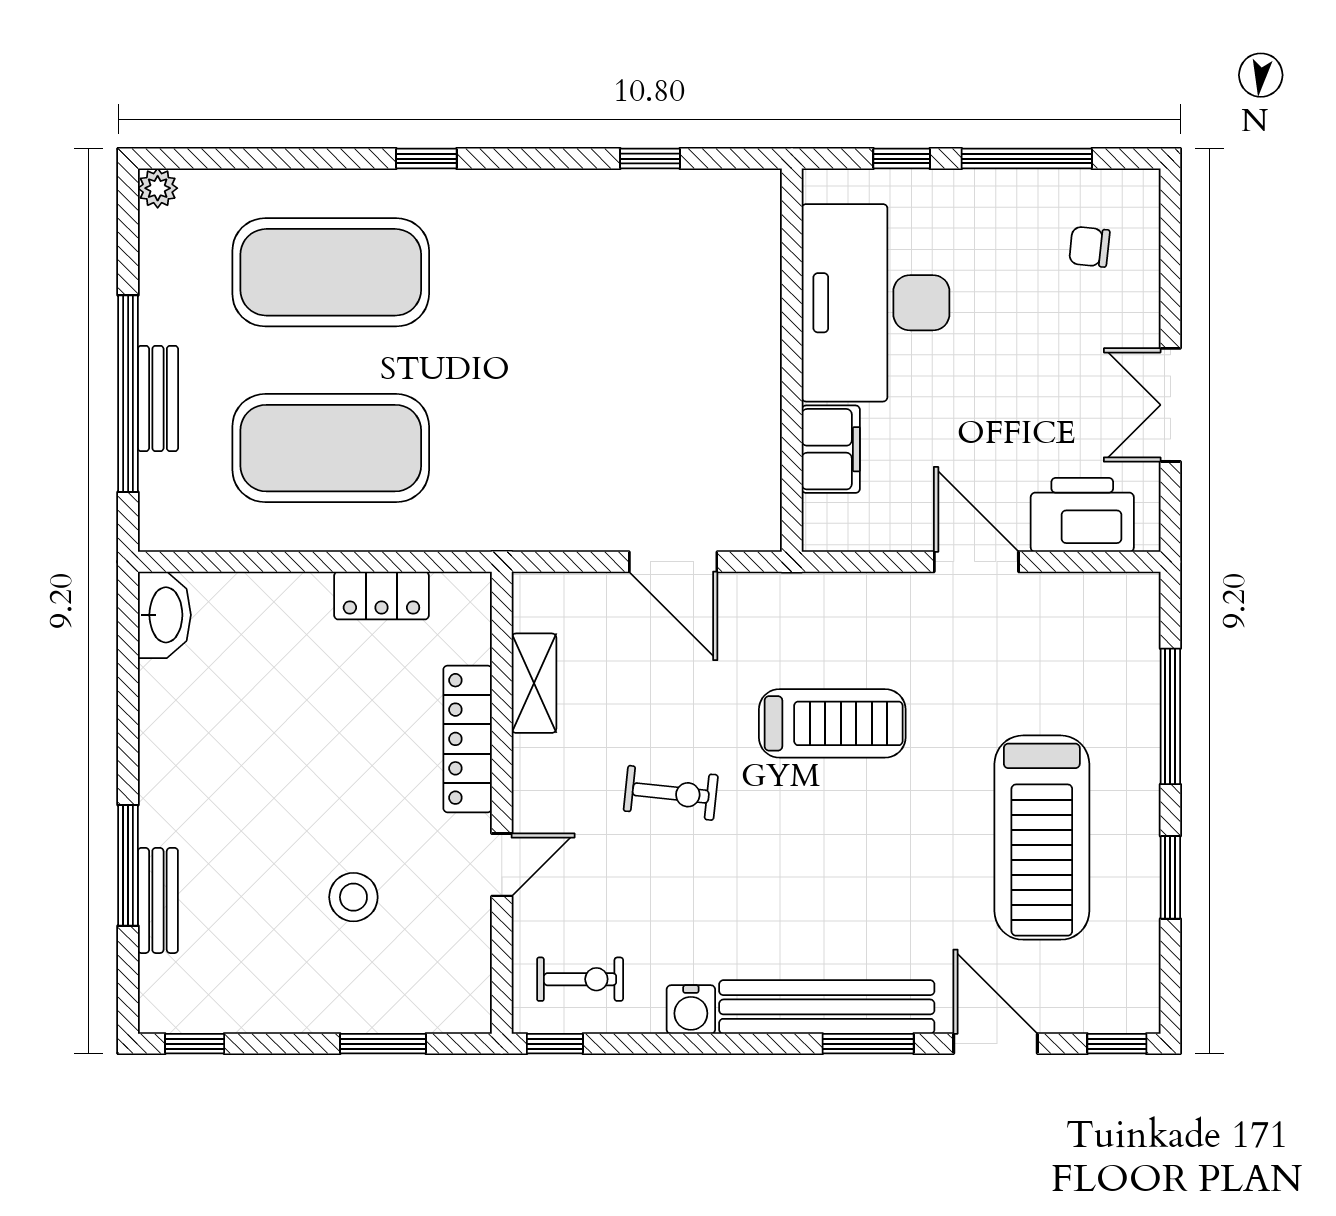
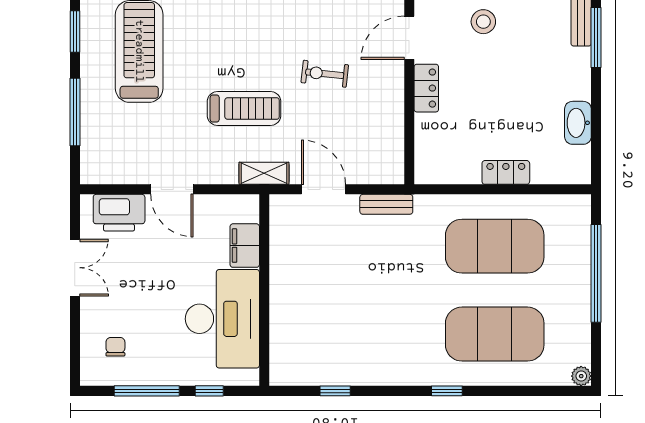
chair: (1089, 247) -> (115, 347), turned -96
bench: (158, 398) -> (386, 204), moved, turned 90
locker: (381, 596) -> (506, 172), moved
washbasin: (164, 615) -> (578, 123), moved
shelving: (534, 683) -> (264, 173), moved, turned 90
treadmill: (832, 723) -> (244, 109), turned 180
locker: (468, 739) -> (426, 88), width x0.66
door: (502, 865) -> (409, 38), width x1.38

